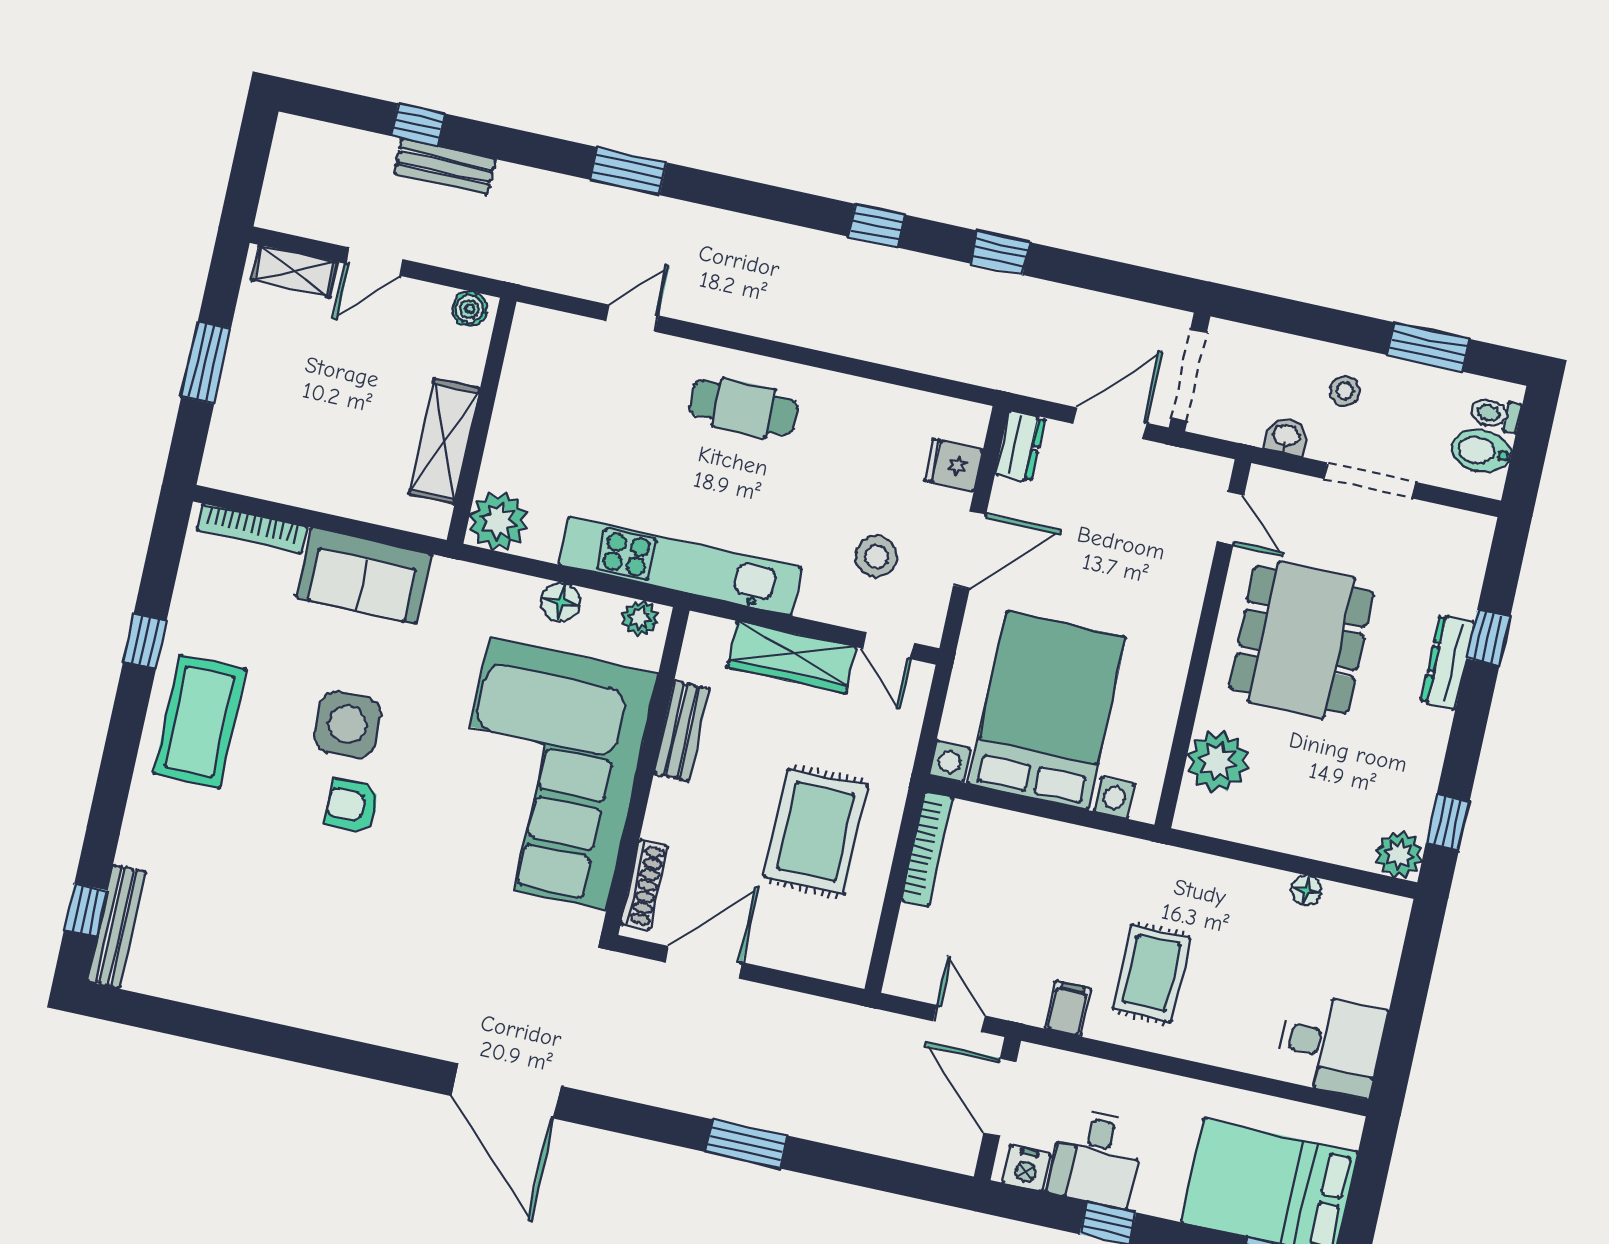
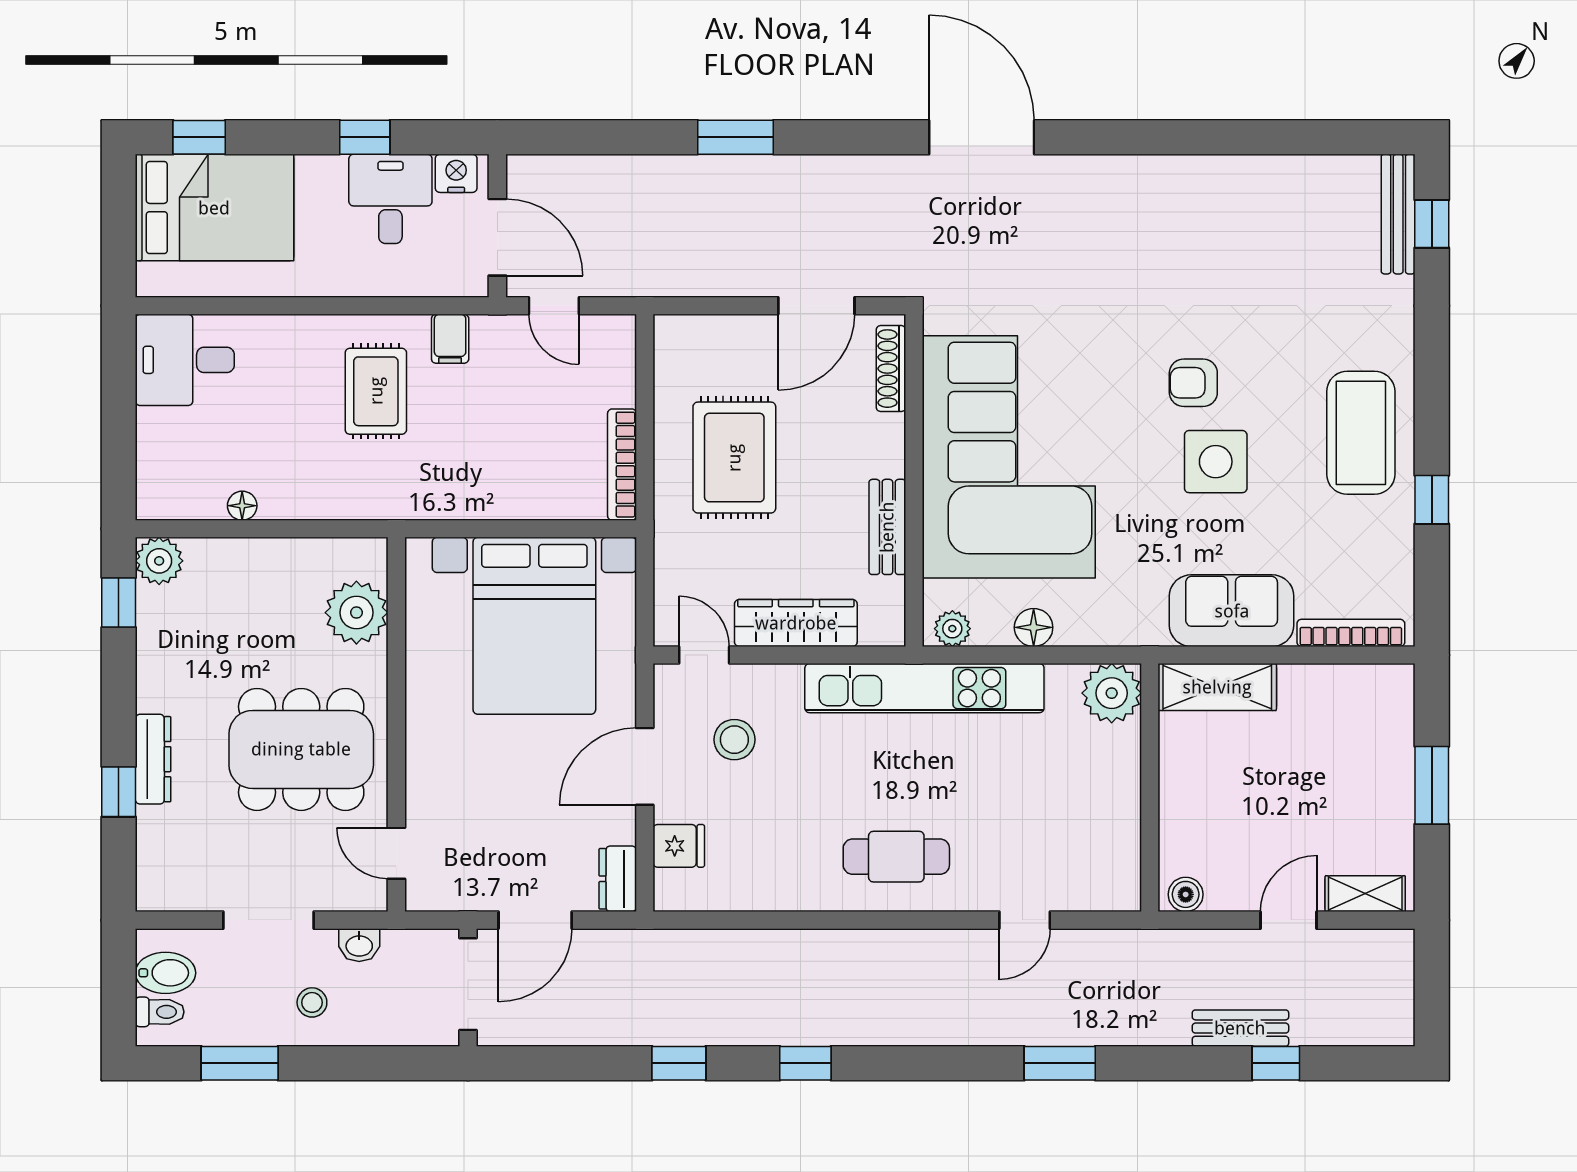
shelving: (444, 441) -> (1217, 687), moved, turned 90
dining table: (1301, 640) -> (301, 749), turned 90
armchair: (352, 806) -> (1193, 383), turned 180

